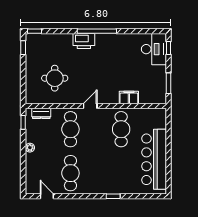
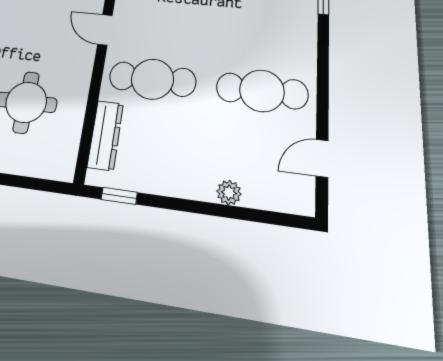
dresser: (41, 113) -> (105, 135), width x1.44
plant: (30, 148) -> (229, 193), moved

